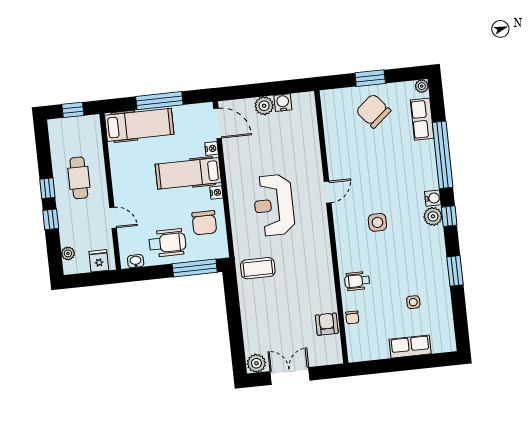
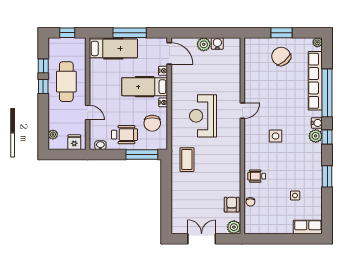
row of seats: (422, 119) -> (315, 81), width x2.02
cafe table: (79, 178) -> (66, 82), width x1.37, depth x1.35
window: (51, 219) -> (43, 66), moved
coffee table: (258, 268) -> (187, 160), turned 90
row of seats: (410, 347) -> (308, 227), moved
plant: (256, 363) -> (234, 227), moved

